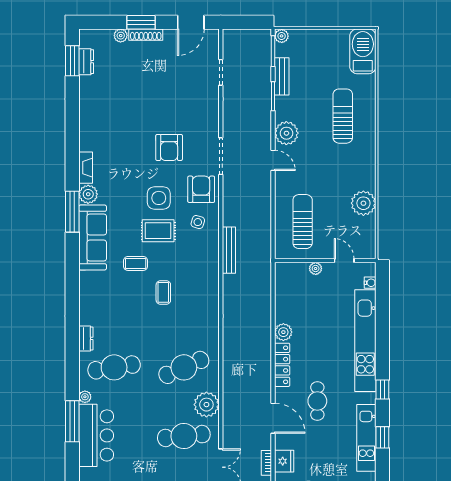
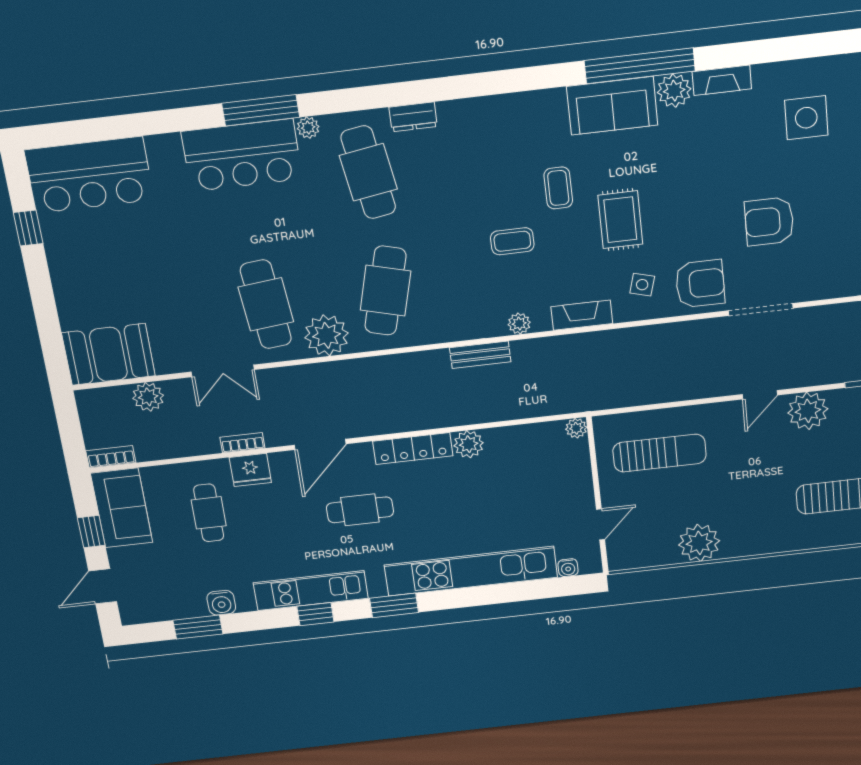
side table: (159, 198) -> (806, 118), moved
window: (72, 212) -> (640, 66), width x1.46
sofa: (93, 238) -> (612, 106), width x0.73
bench: (229, 250) -> (480, 355), moved, width x0.73
fireplace: (212, 258) -> (582, 315), added
plant: (316, 268) -> (576, 428), moved
plant: (213, 294) -> (519, 324), added
cafe table: (184, 367) -> (385, 291), turned 39
window: (382, 390) -> (394, 605), width x1.50

